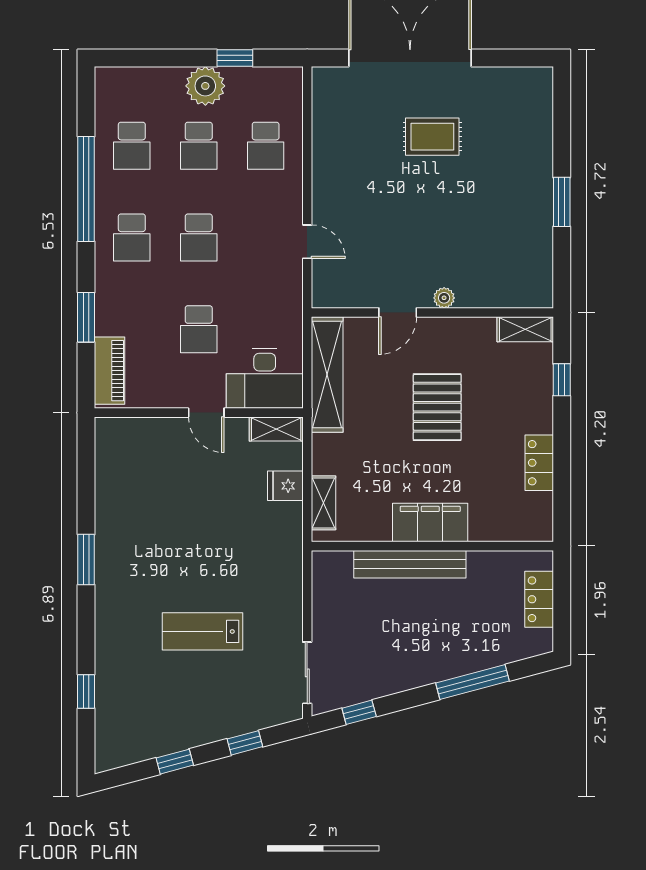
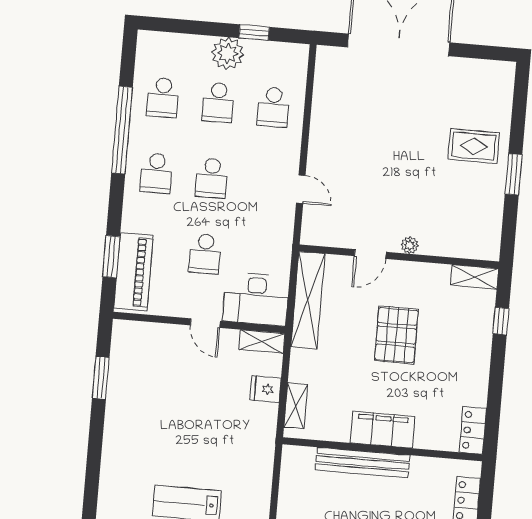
rug: (432, 137) -> (474, 146), moved
window: (86, 317) -> (111, 257), moved
piano: (109, 371) -> (133, 272), width x1.37, depth x1.33
locker: (539, 463) -> (473, 430), moved
window: (86, 560) -> (101, 378), moved

